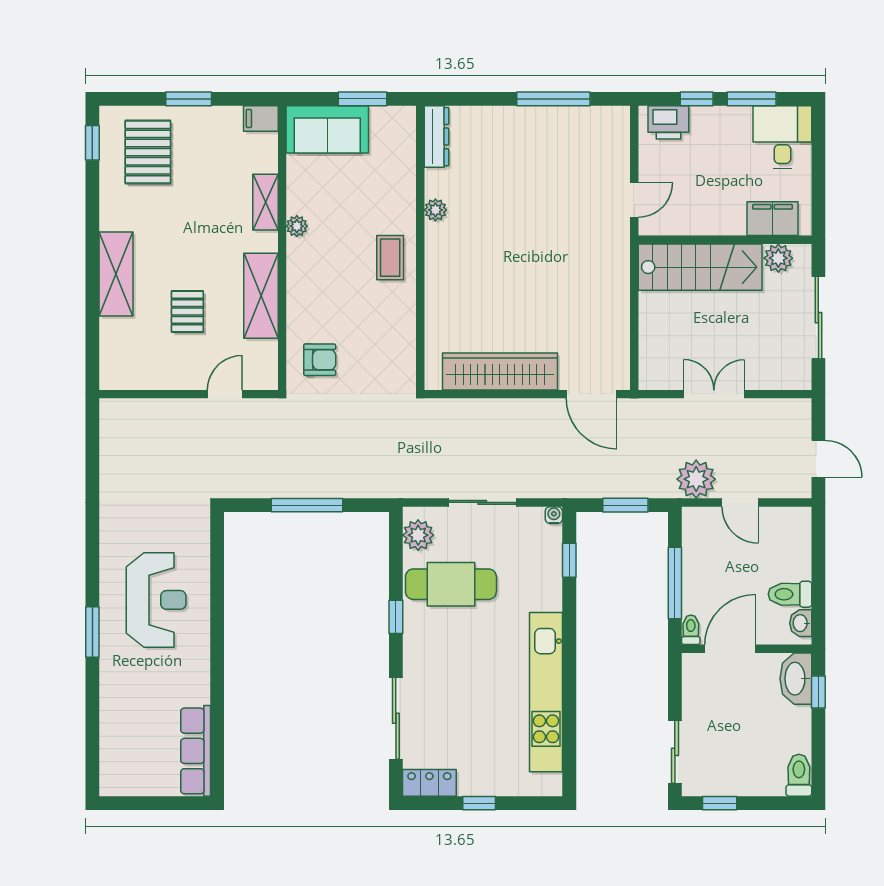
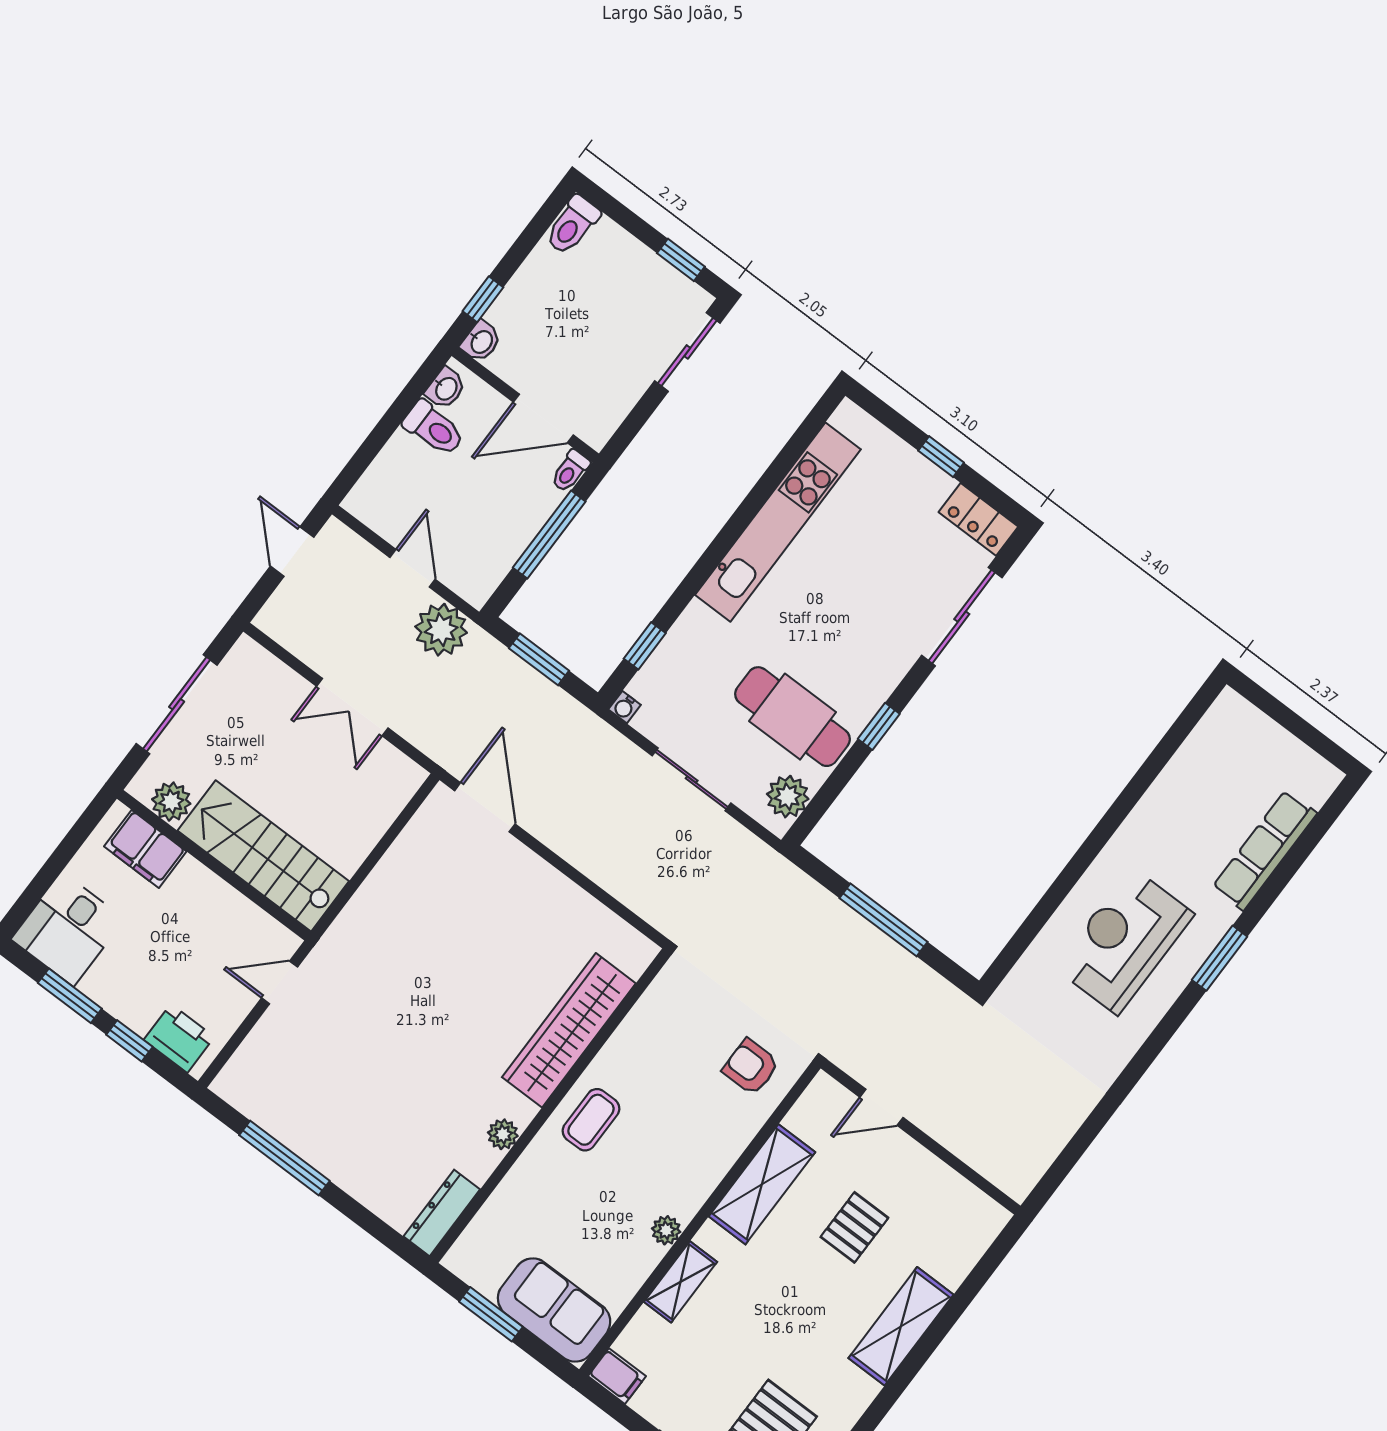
wardrobe: (500, 371) -> (569, 1030), moved, turned 90
washbasin: (796, 679) -> (481, 341), width x0.52, depth x0.69
row of seats: (196, 751) -> (1265, 850), moved, turned 180

